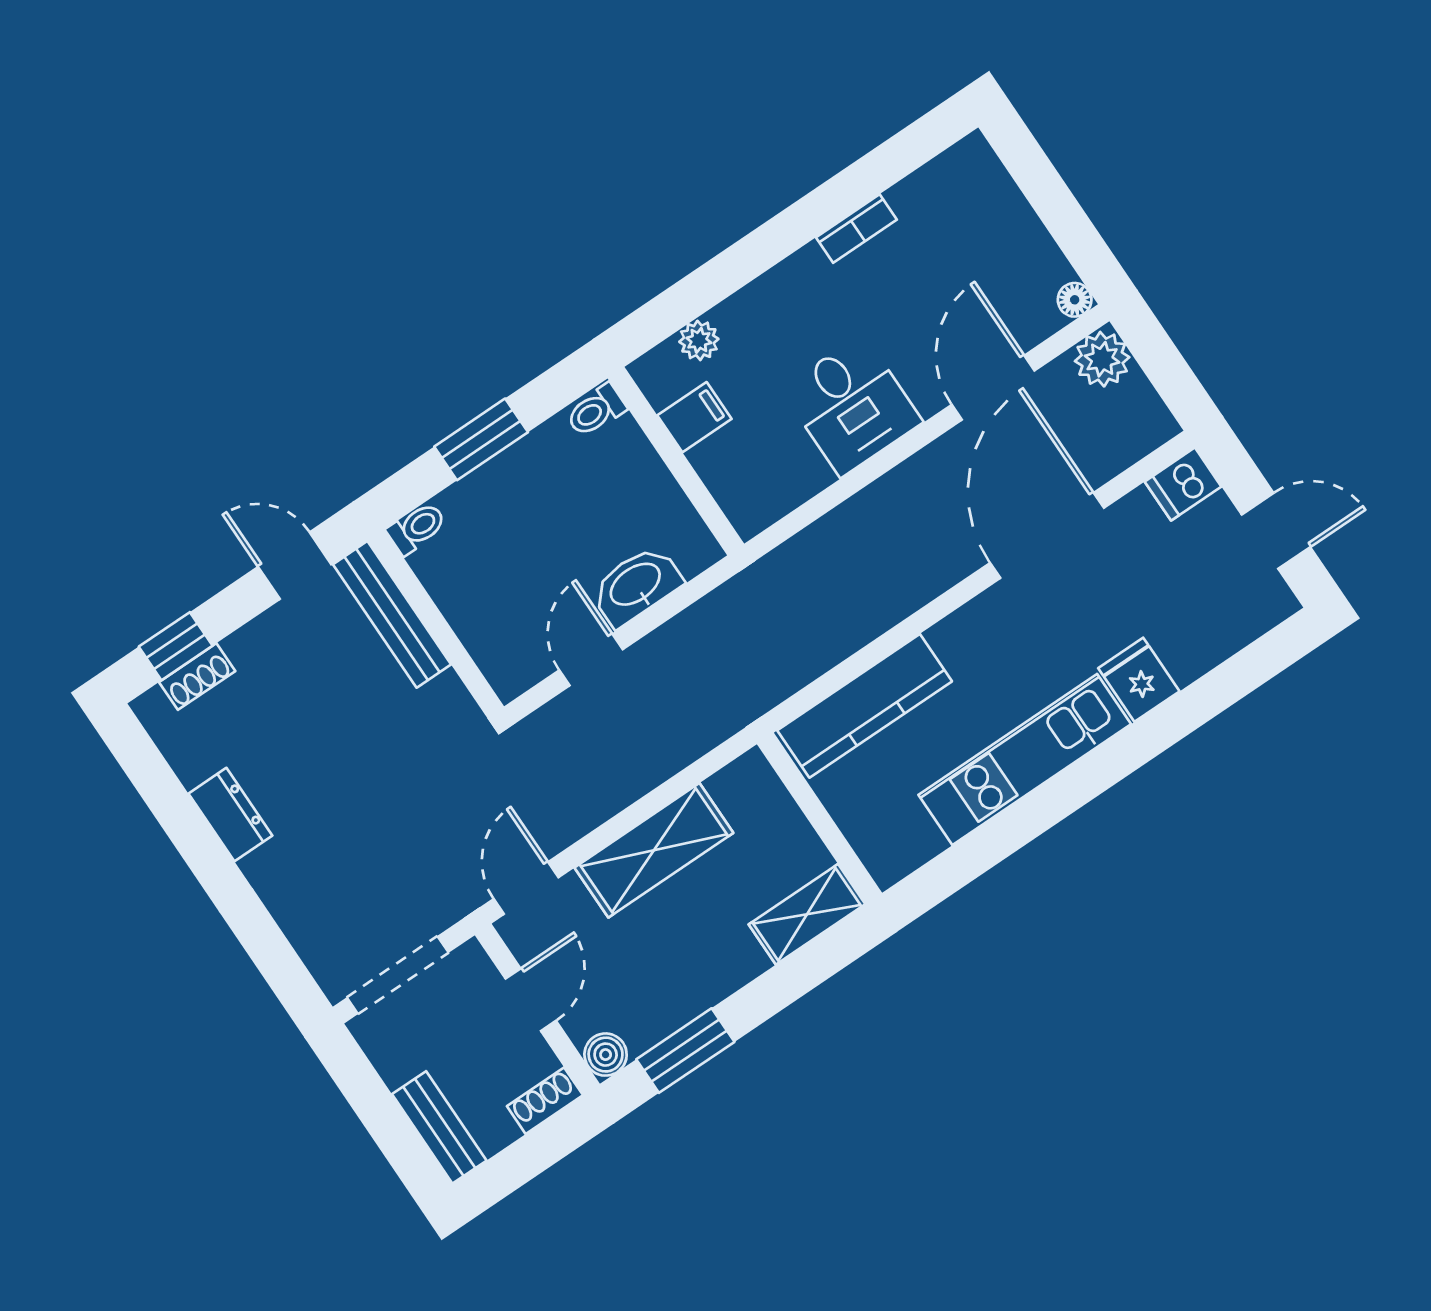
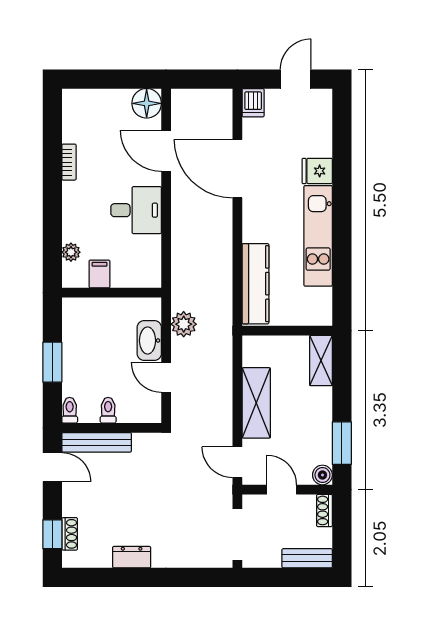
floor lamp: (1075, 300) -> (147, 103), width x1.89, depth x1.89
plant: (1102, 359) -> (184, 324), moved
toilet: (596, 411) -> (108, 410), moved, turned 180
door: (295, 566) -> (52, 467), swing flipped

